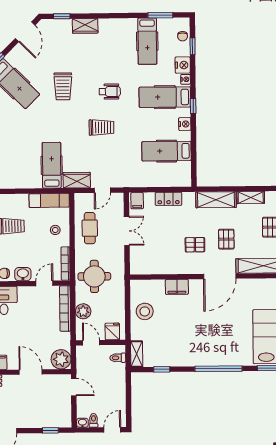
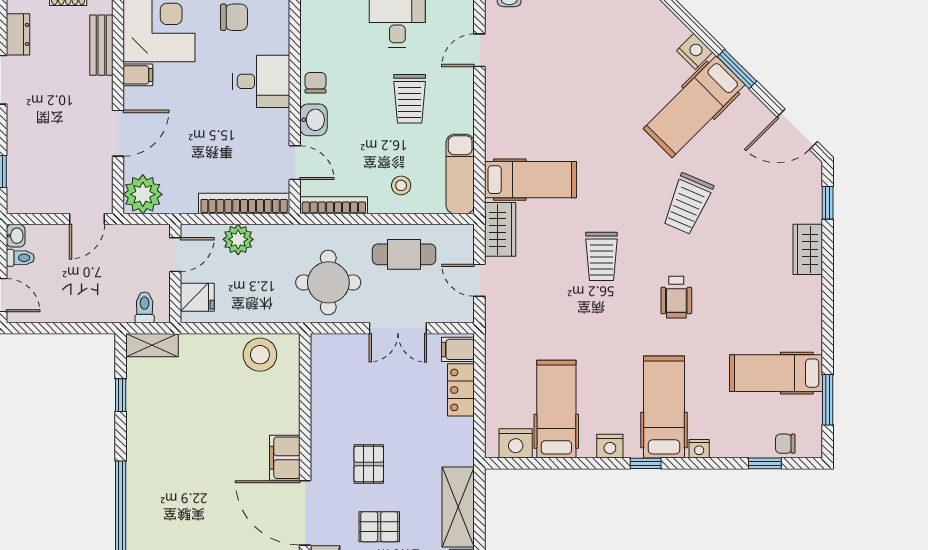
nightstand: (183, 65) -> (516, 443), moved
trolley: (63, 86) -> (688, 204), turned -67
trolley: (101, 127) -> (601, 256), moved
locker: (169, 199) -> (461, 390), moved
round table: (94, 276) -> (328, 282), moved
filing cabinet: (177, 287) -> (285, 458), moved
stool: (145, 311) -> (260, 355), moved

